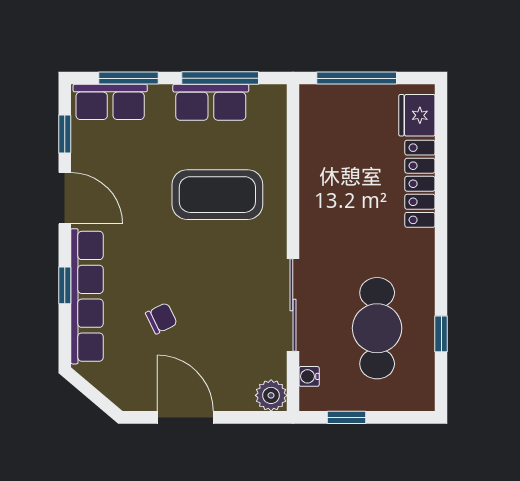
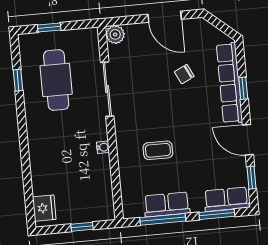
window: (357, 78) -> (82, 227), width x0.46
locker: (420, 184) -> (39, 168), removed
coffee table: (217, 195) -> (158, 150), width x0.54, depth x0.58
water cooler: (309, 376) -> (103, 147), moved
window: (347, 417) -> (49, 27), moved

